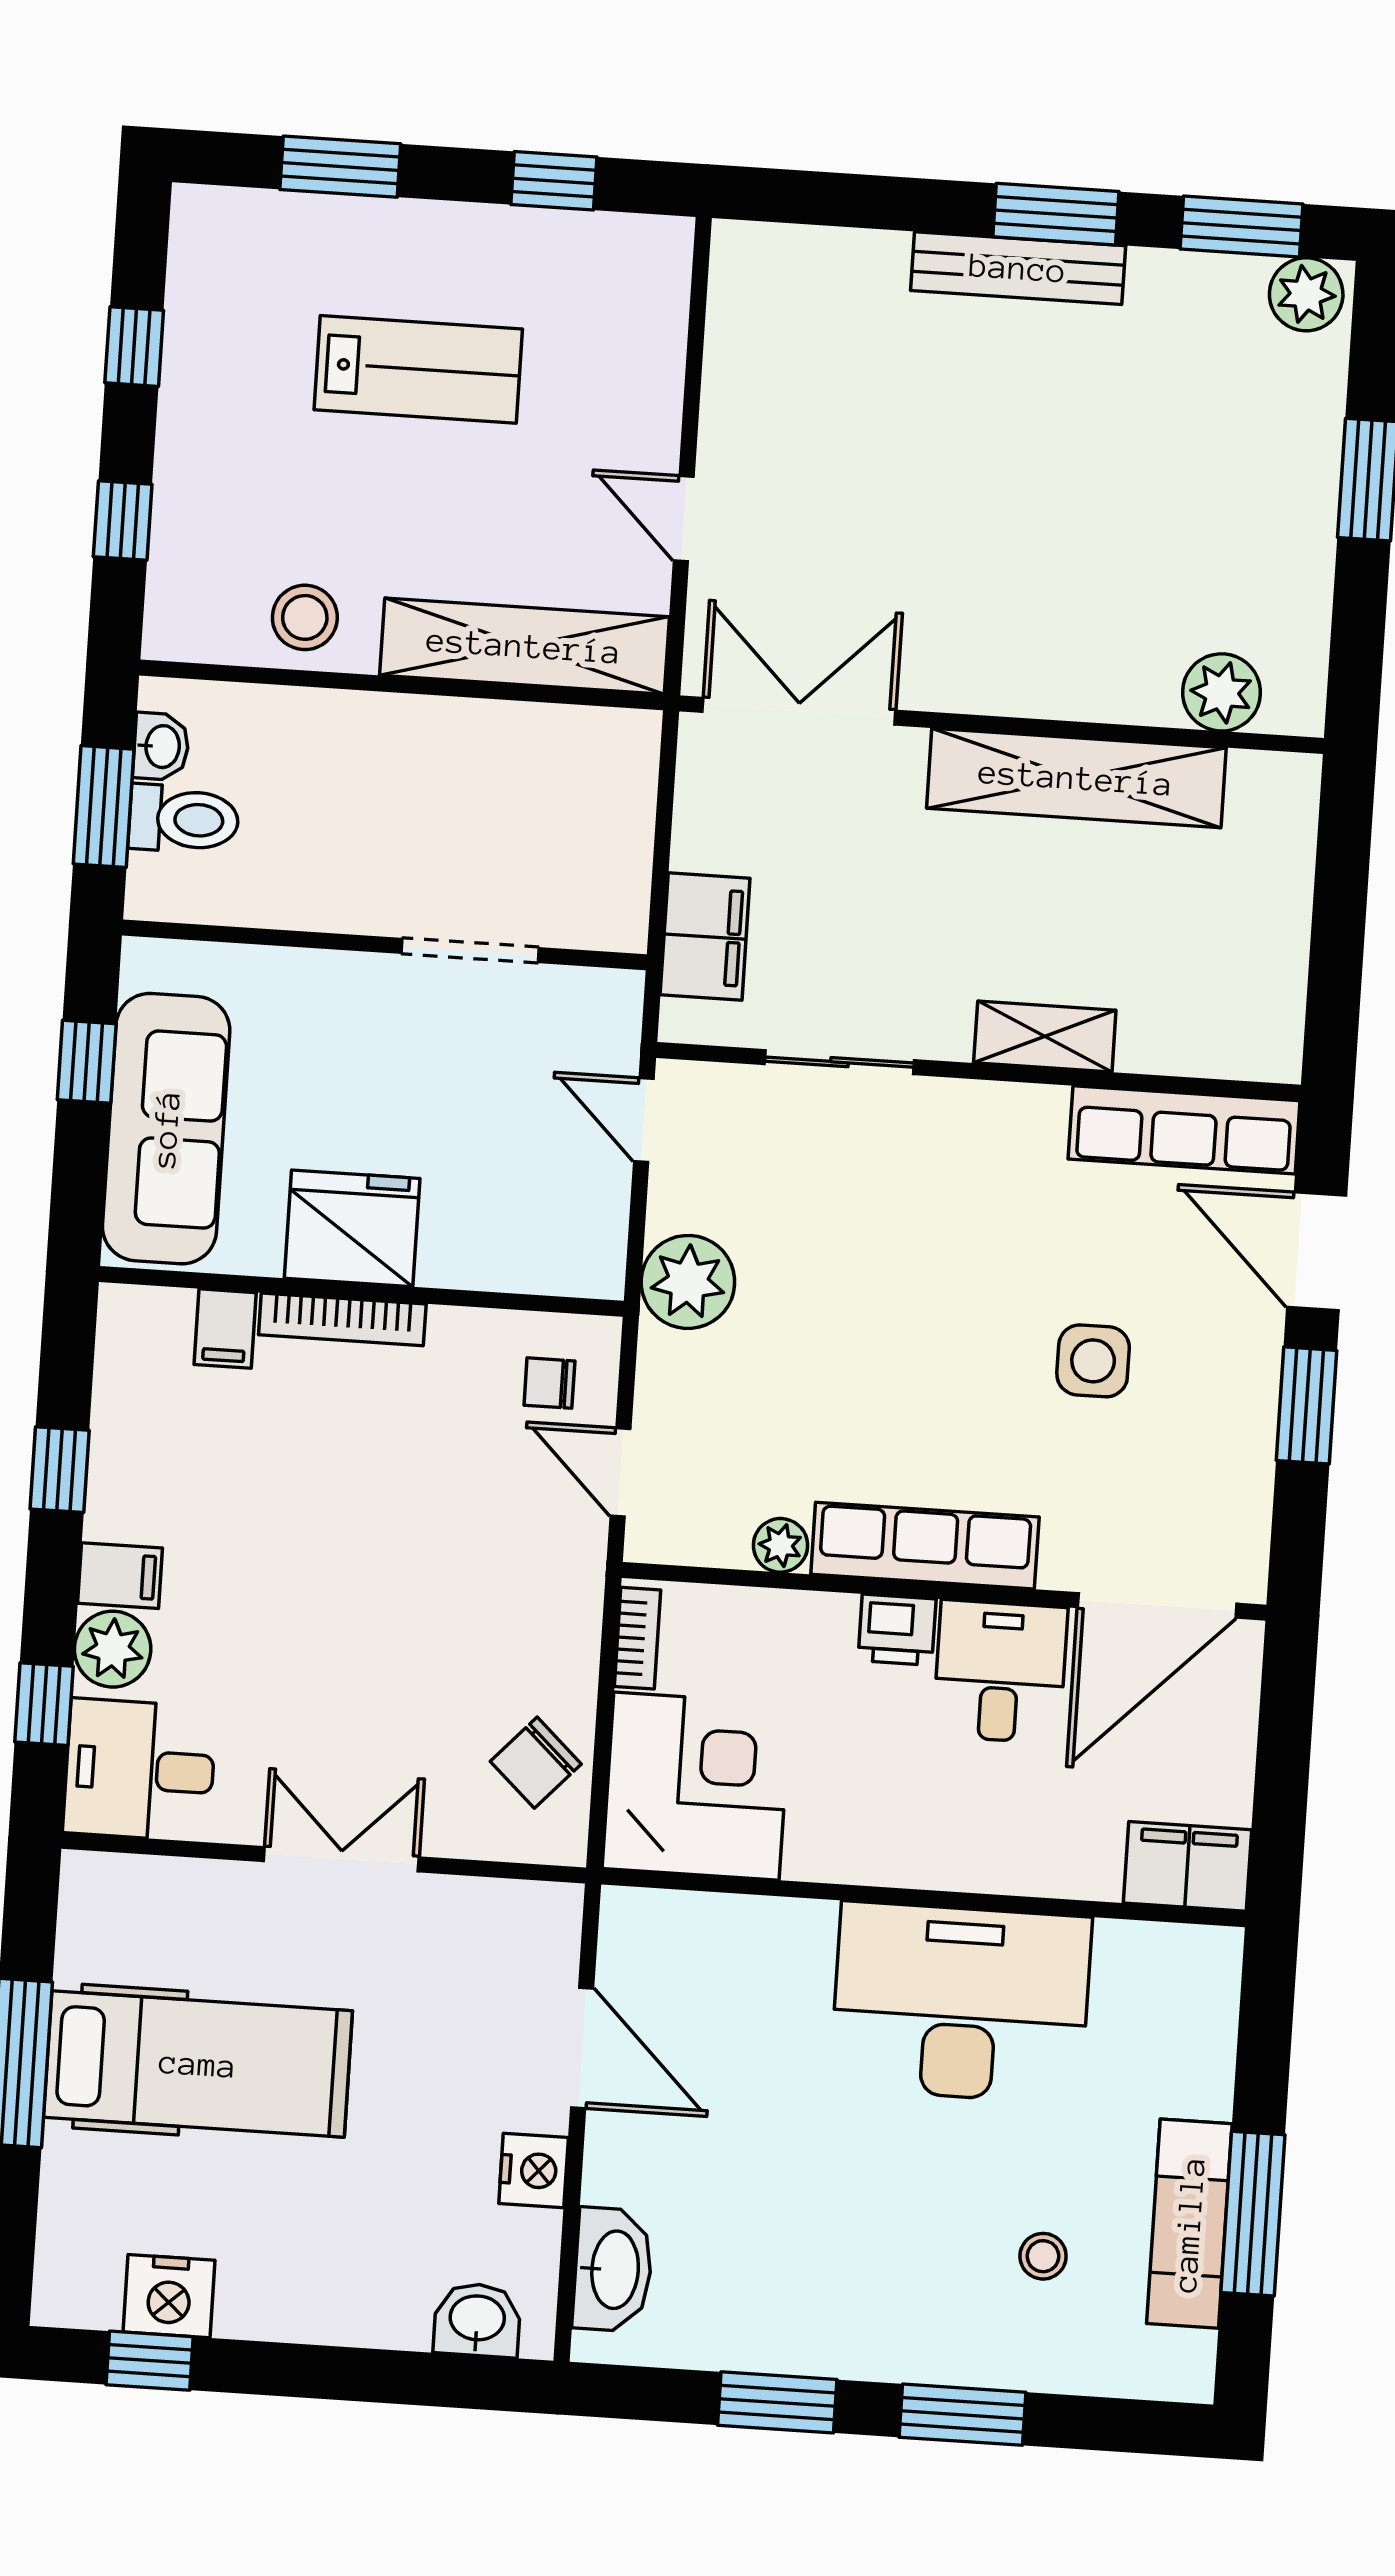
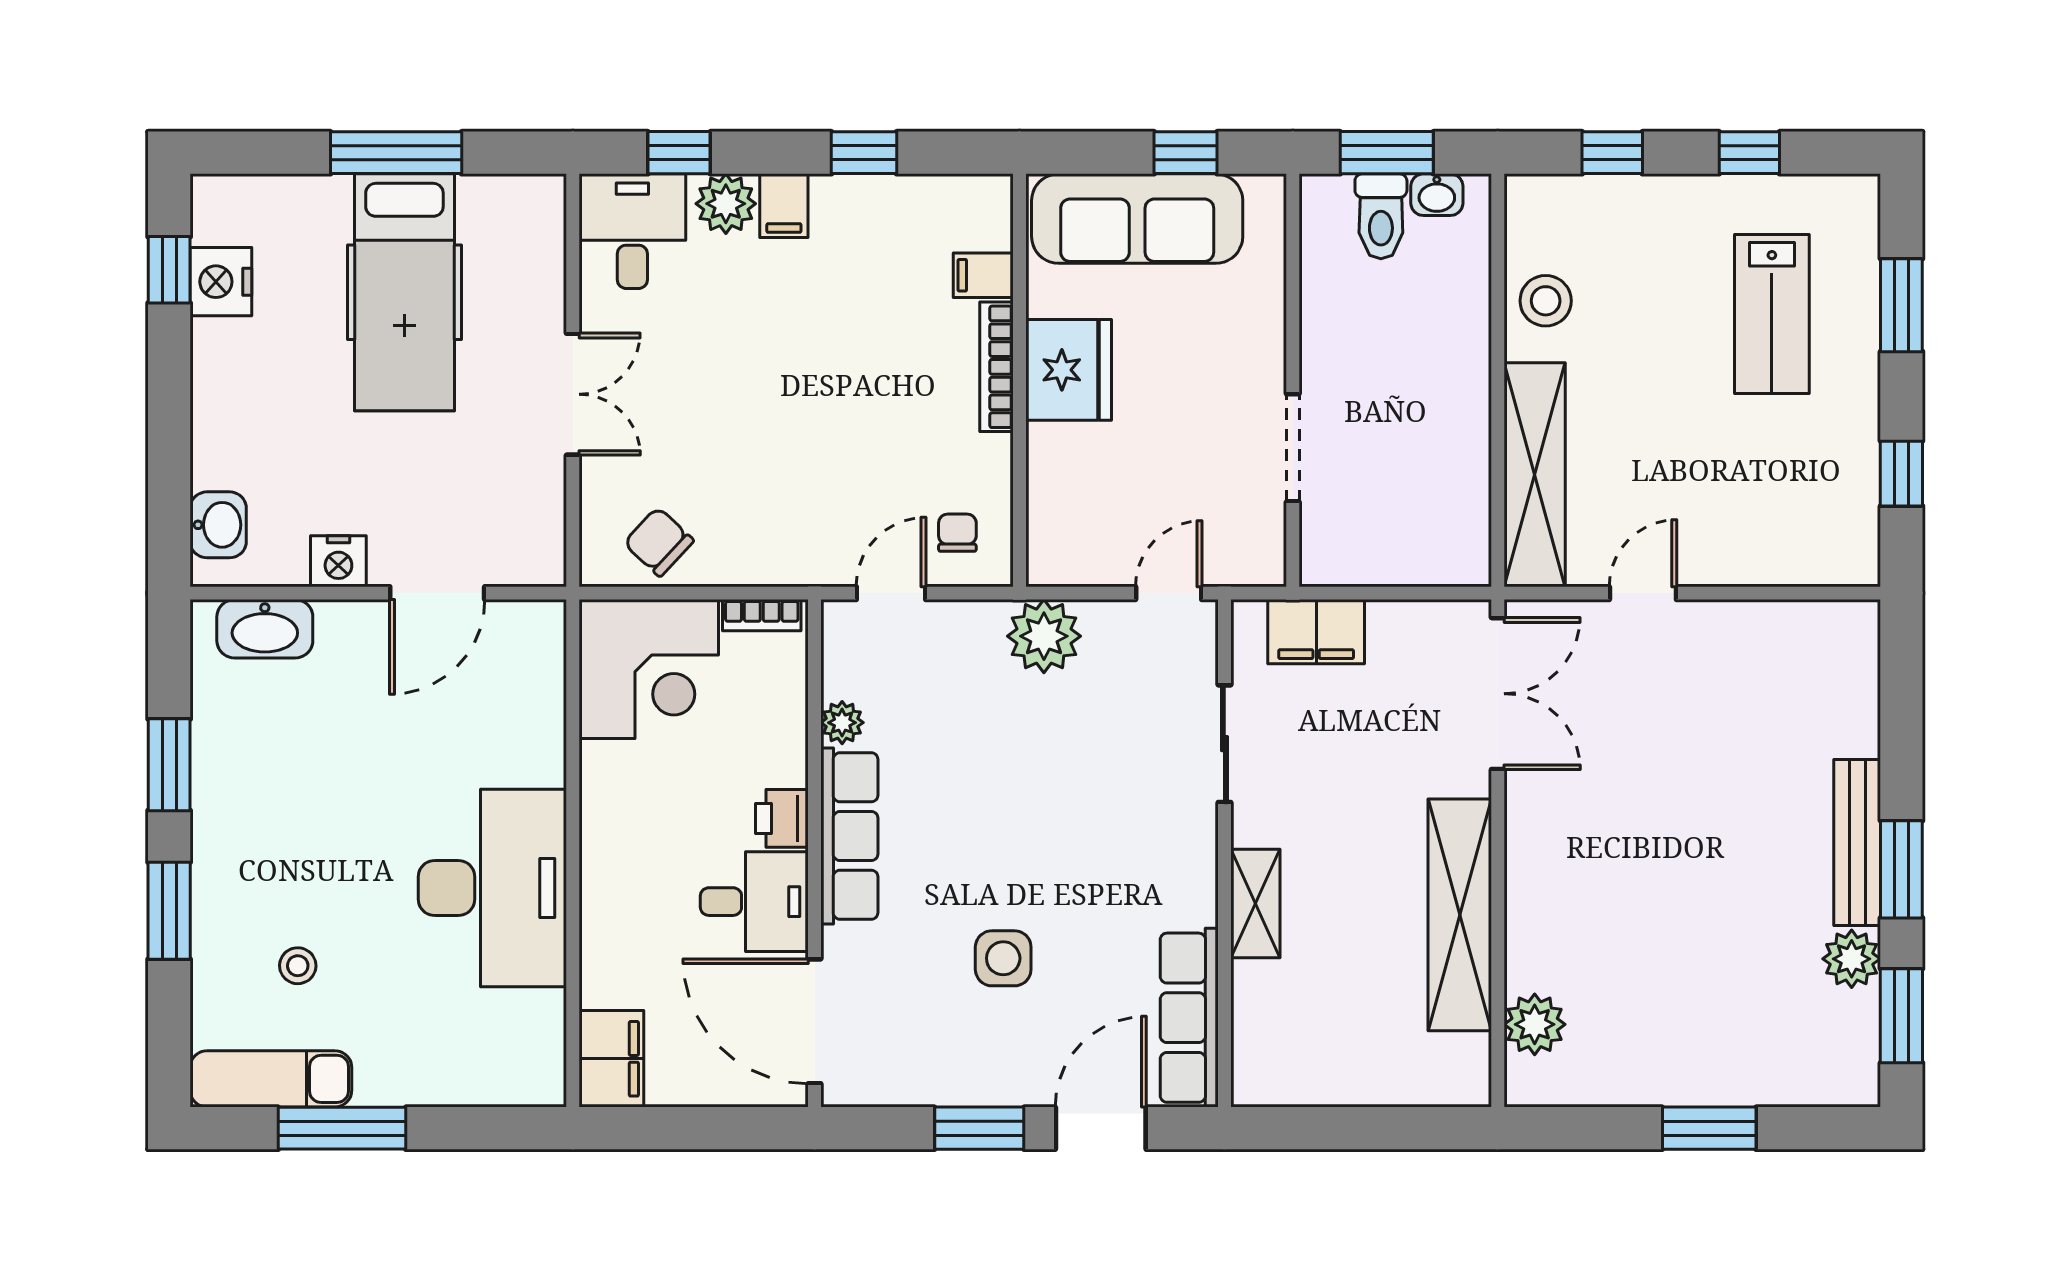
plant: (1306, 294) -> (1852, 959), moved
lab bench: (418, 369) -> (1772, 314), moved
exam couch: (1189, 2224) -> (271, 1079), moved

